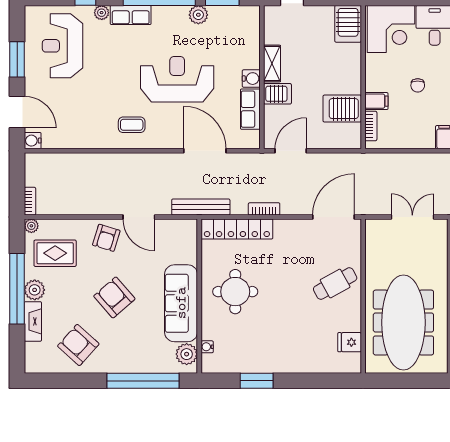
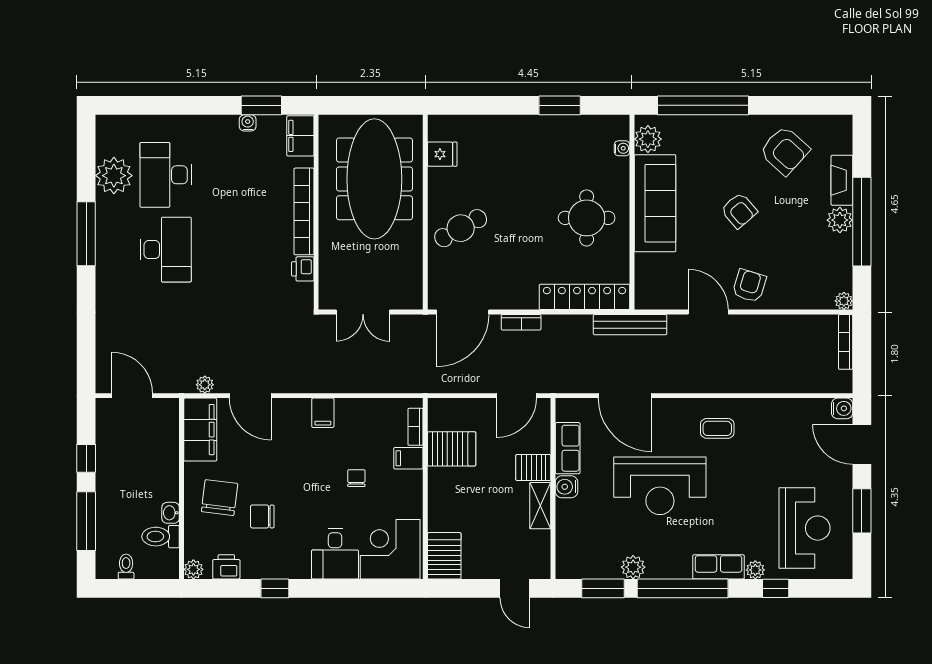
bookcase: (30, 201) -> (846, 342), width x1.56
bookcase: (264, 209) -> (521, 322), moved
rug: (55, 253) -> (814, 266), removed
armchair: (114, 297) -> (739, 211), width x0.72, depth x0.72

